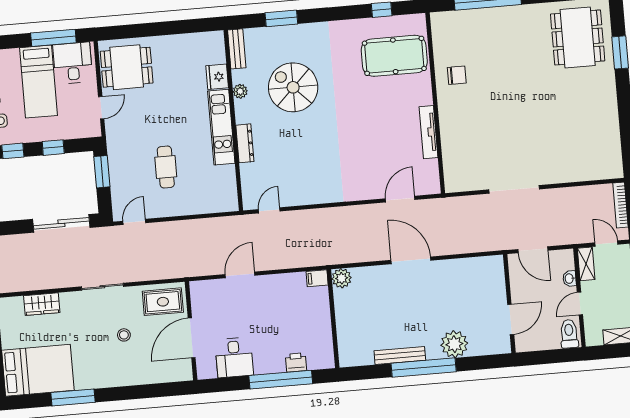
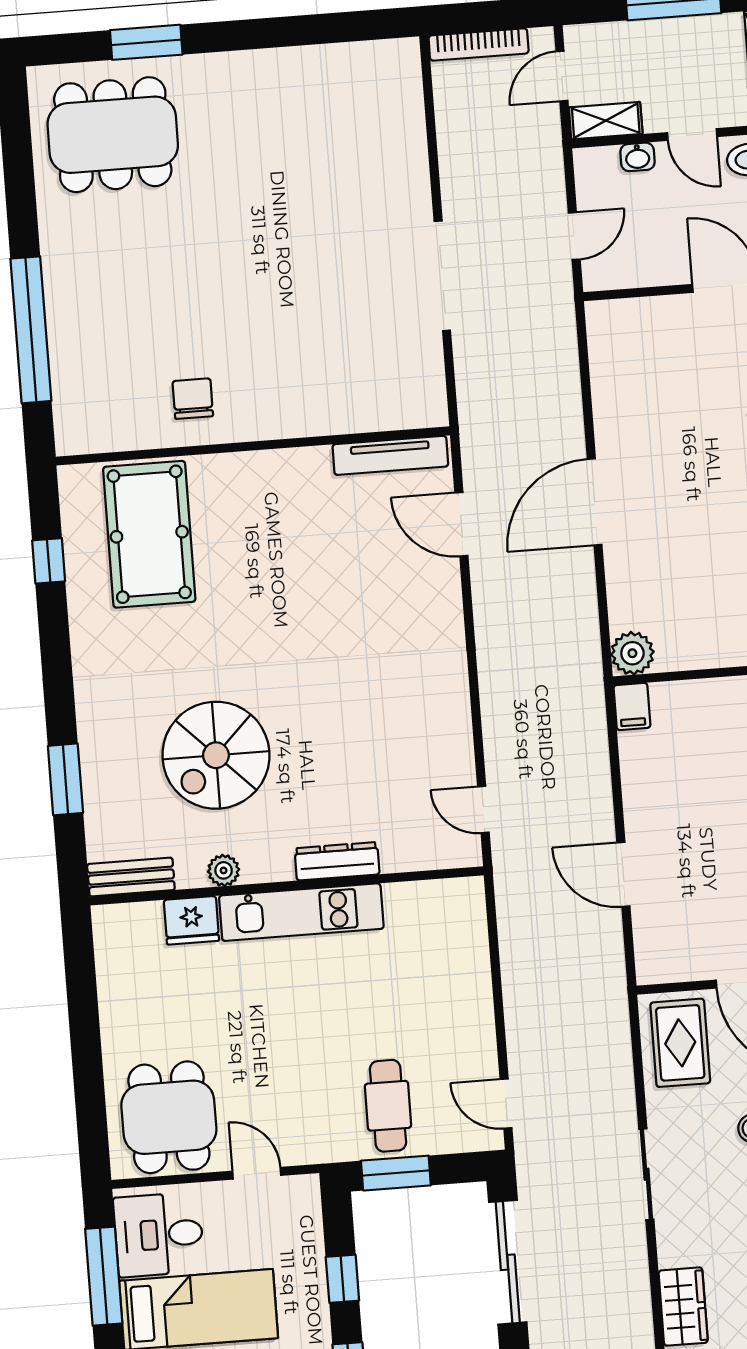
tv unit: (429, 132) -> (390, 455), moved
cafe table: (166, 167) -> (388, 1106), moved, turned 90
door: (533, 250) -> (574, 236), width x0.73

